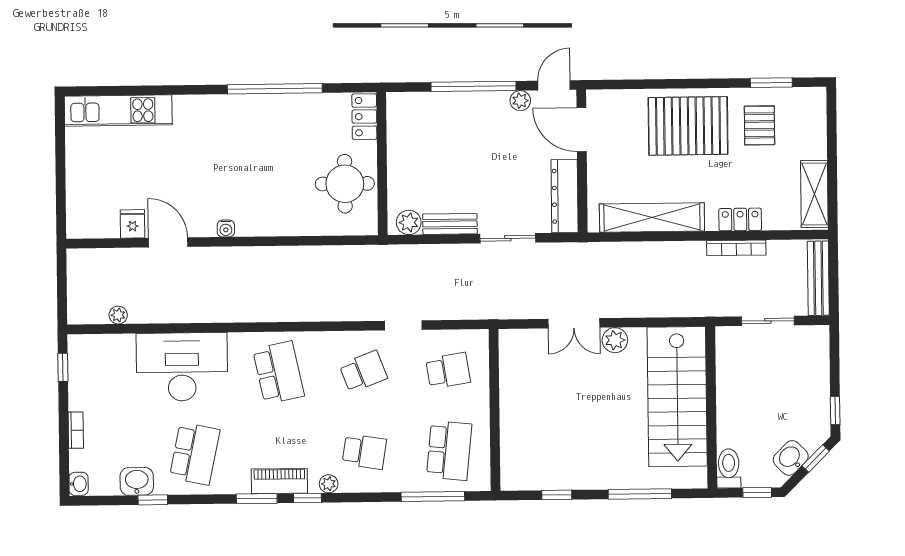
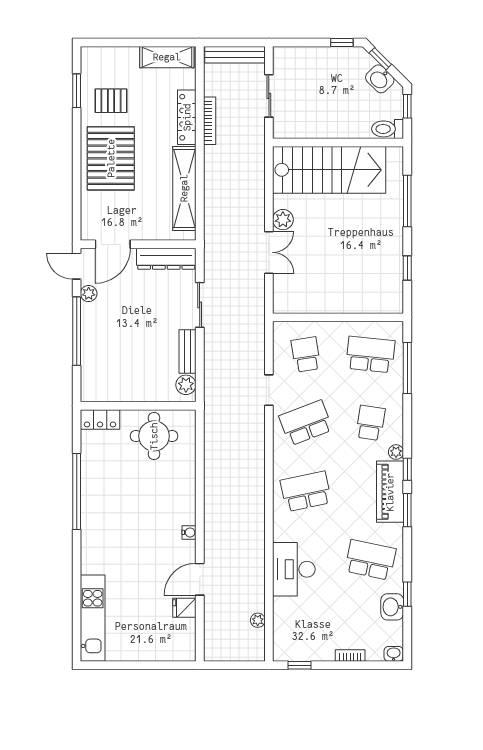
locker: (740, 219) -> (187, 117), width x1.53
desk: (182, 367) -> (294, 569), width x0.73, depth x0.77
school desk: (363, 372) -> (306, 423), width x1.85
piano: (279, 481) -> (390, 492), width x1.37, depth x1.33

